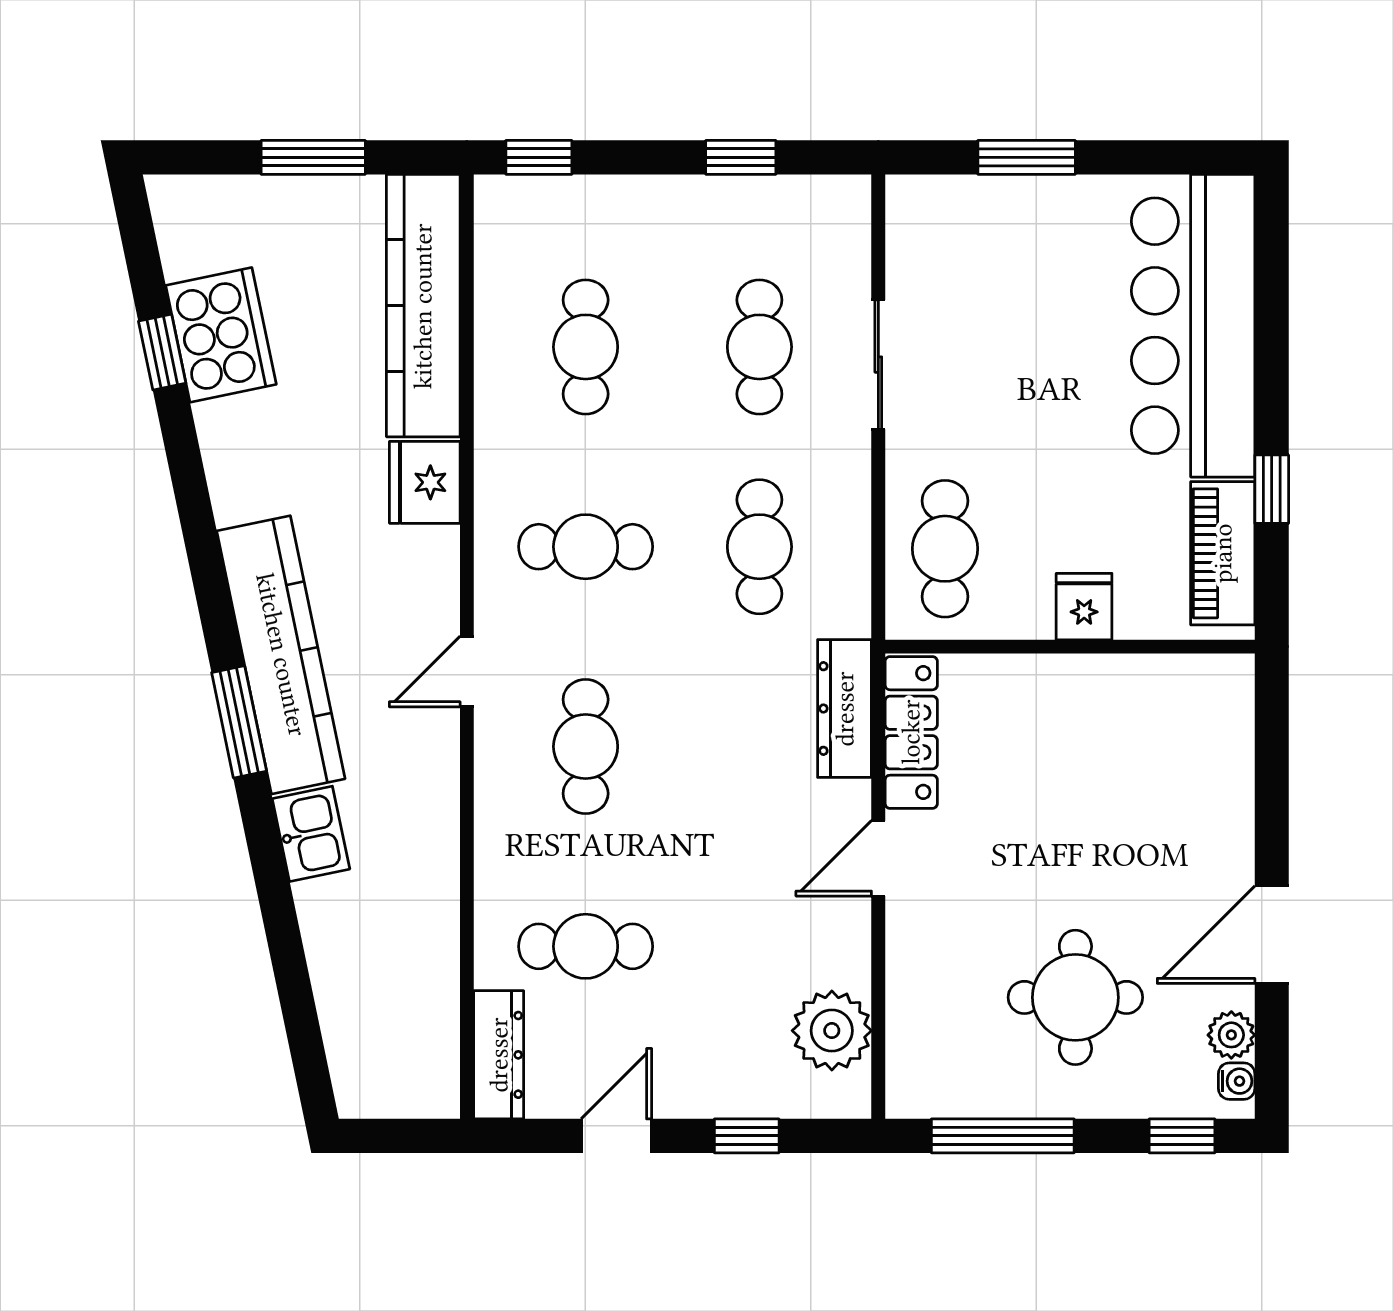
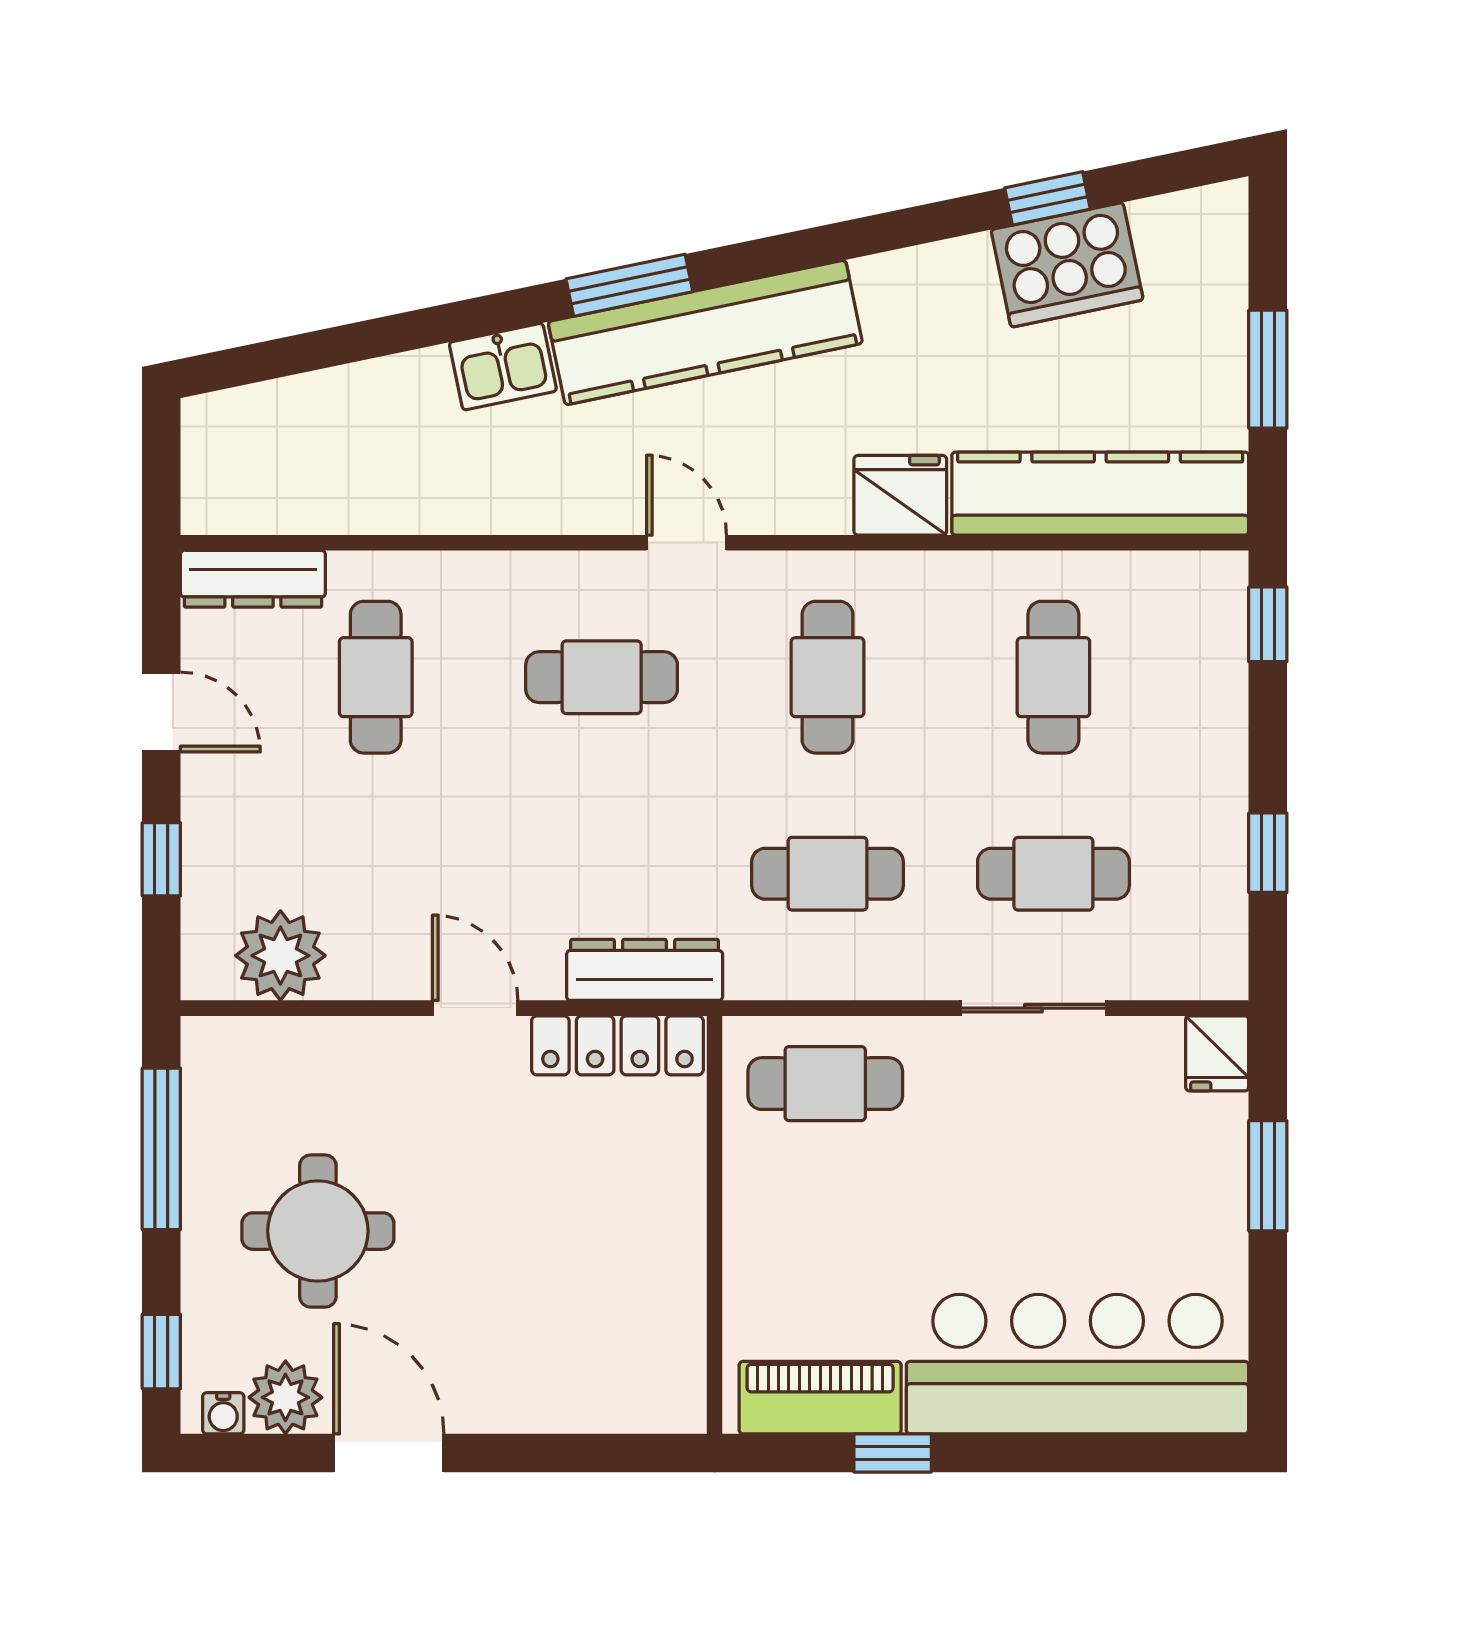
cafe table: (586, 347) -> (1053, 677), turned 90
fridge: (1084, 607) -> (1217, 1053), moved, turned 90
plant: (1231, 1035) -> (285, 1397), width x1.38, depth x1.38

